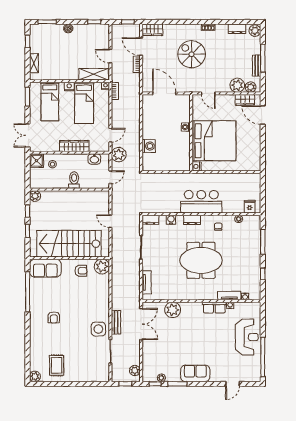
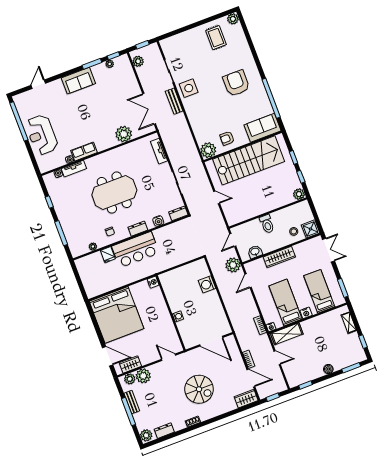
bed: (214, 141) -> (116, 315), moved, turned -90
fridge: (250, 207) -> (108, 255), moved
armchair: (54, 317) -> (236, 83), width x1.88, depth x1.88

